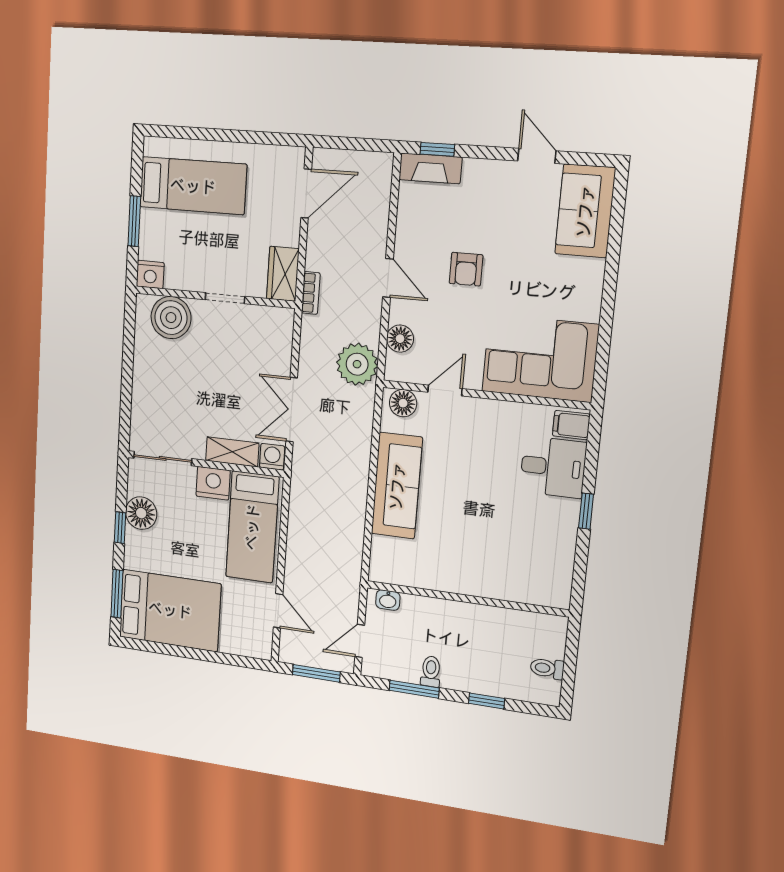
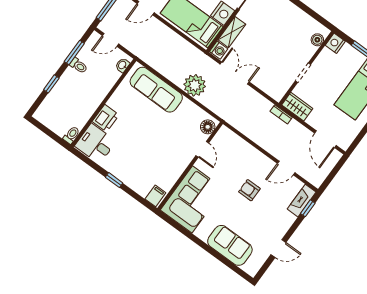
sofa: (585, 211) -> (230, 245), moved
door: (388, 278) -> (286, 168), moved
boiler: (171, 318) -> (317, 40), width x0.54, depth x0.54
floor lamp: (400, 339) -> (237, 143), removed
plant: (357, 364) -> (195, 85), moved
desk: (553, 467) -> (95, 144), moved, turned 90
sofa: (397, 486) -> (156, 90), moved
printer: (490, 582) -> (106, 118), added
door: (360, 641) -> (110, 40), swing flipped
toilet: (547, 668) -> (71, 135), moved

